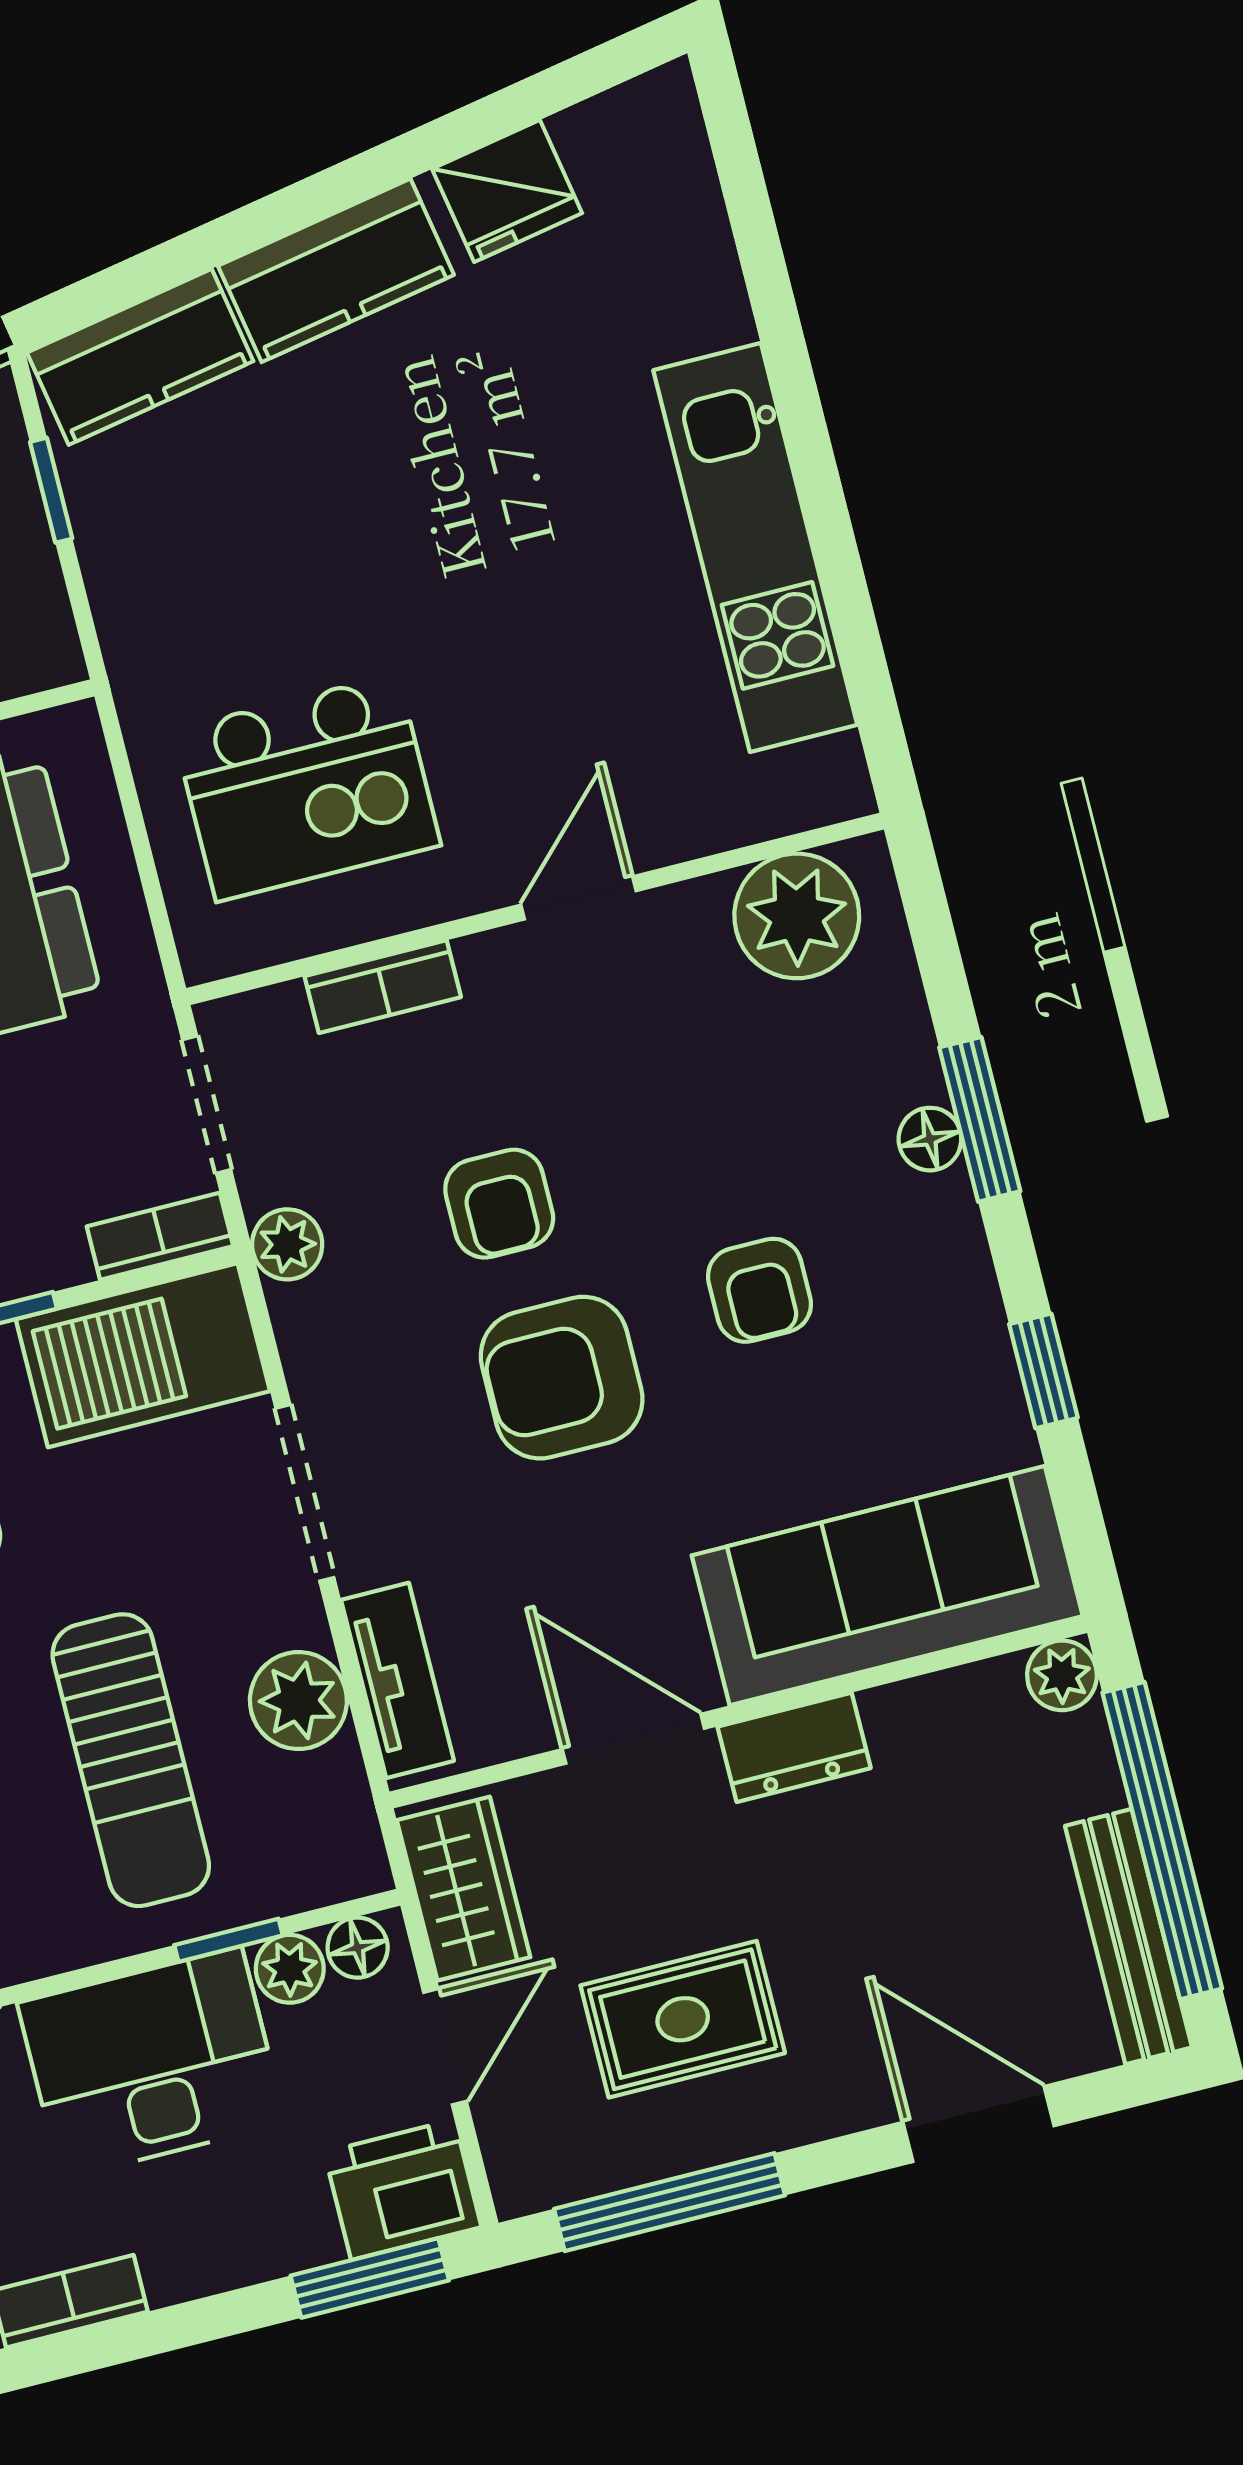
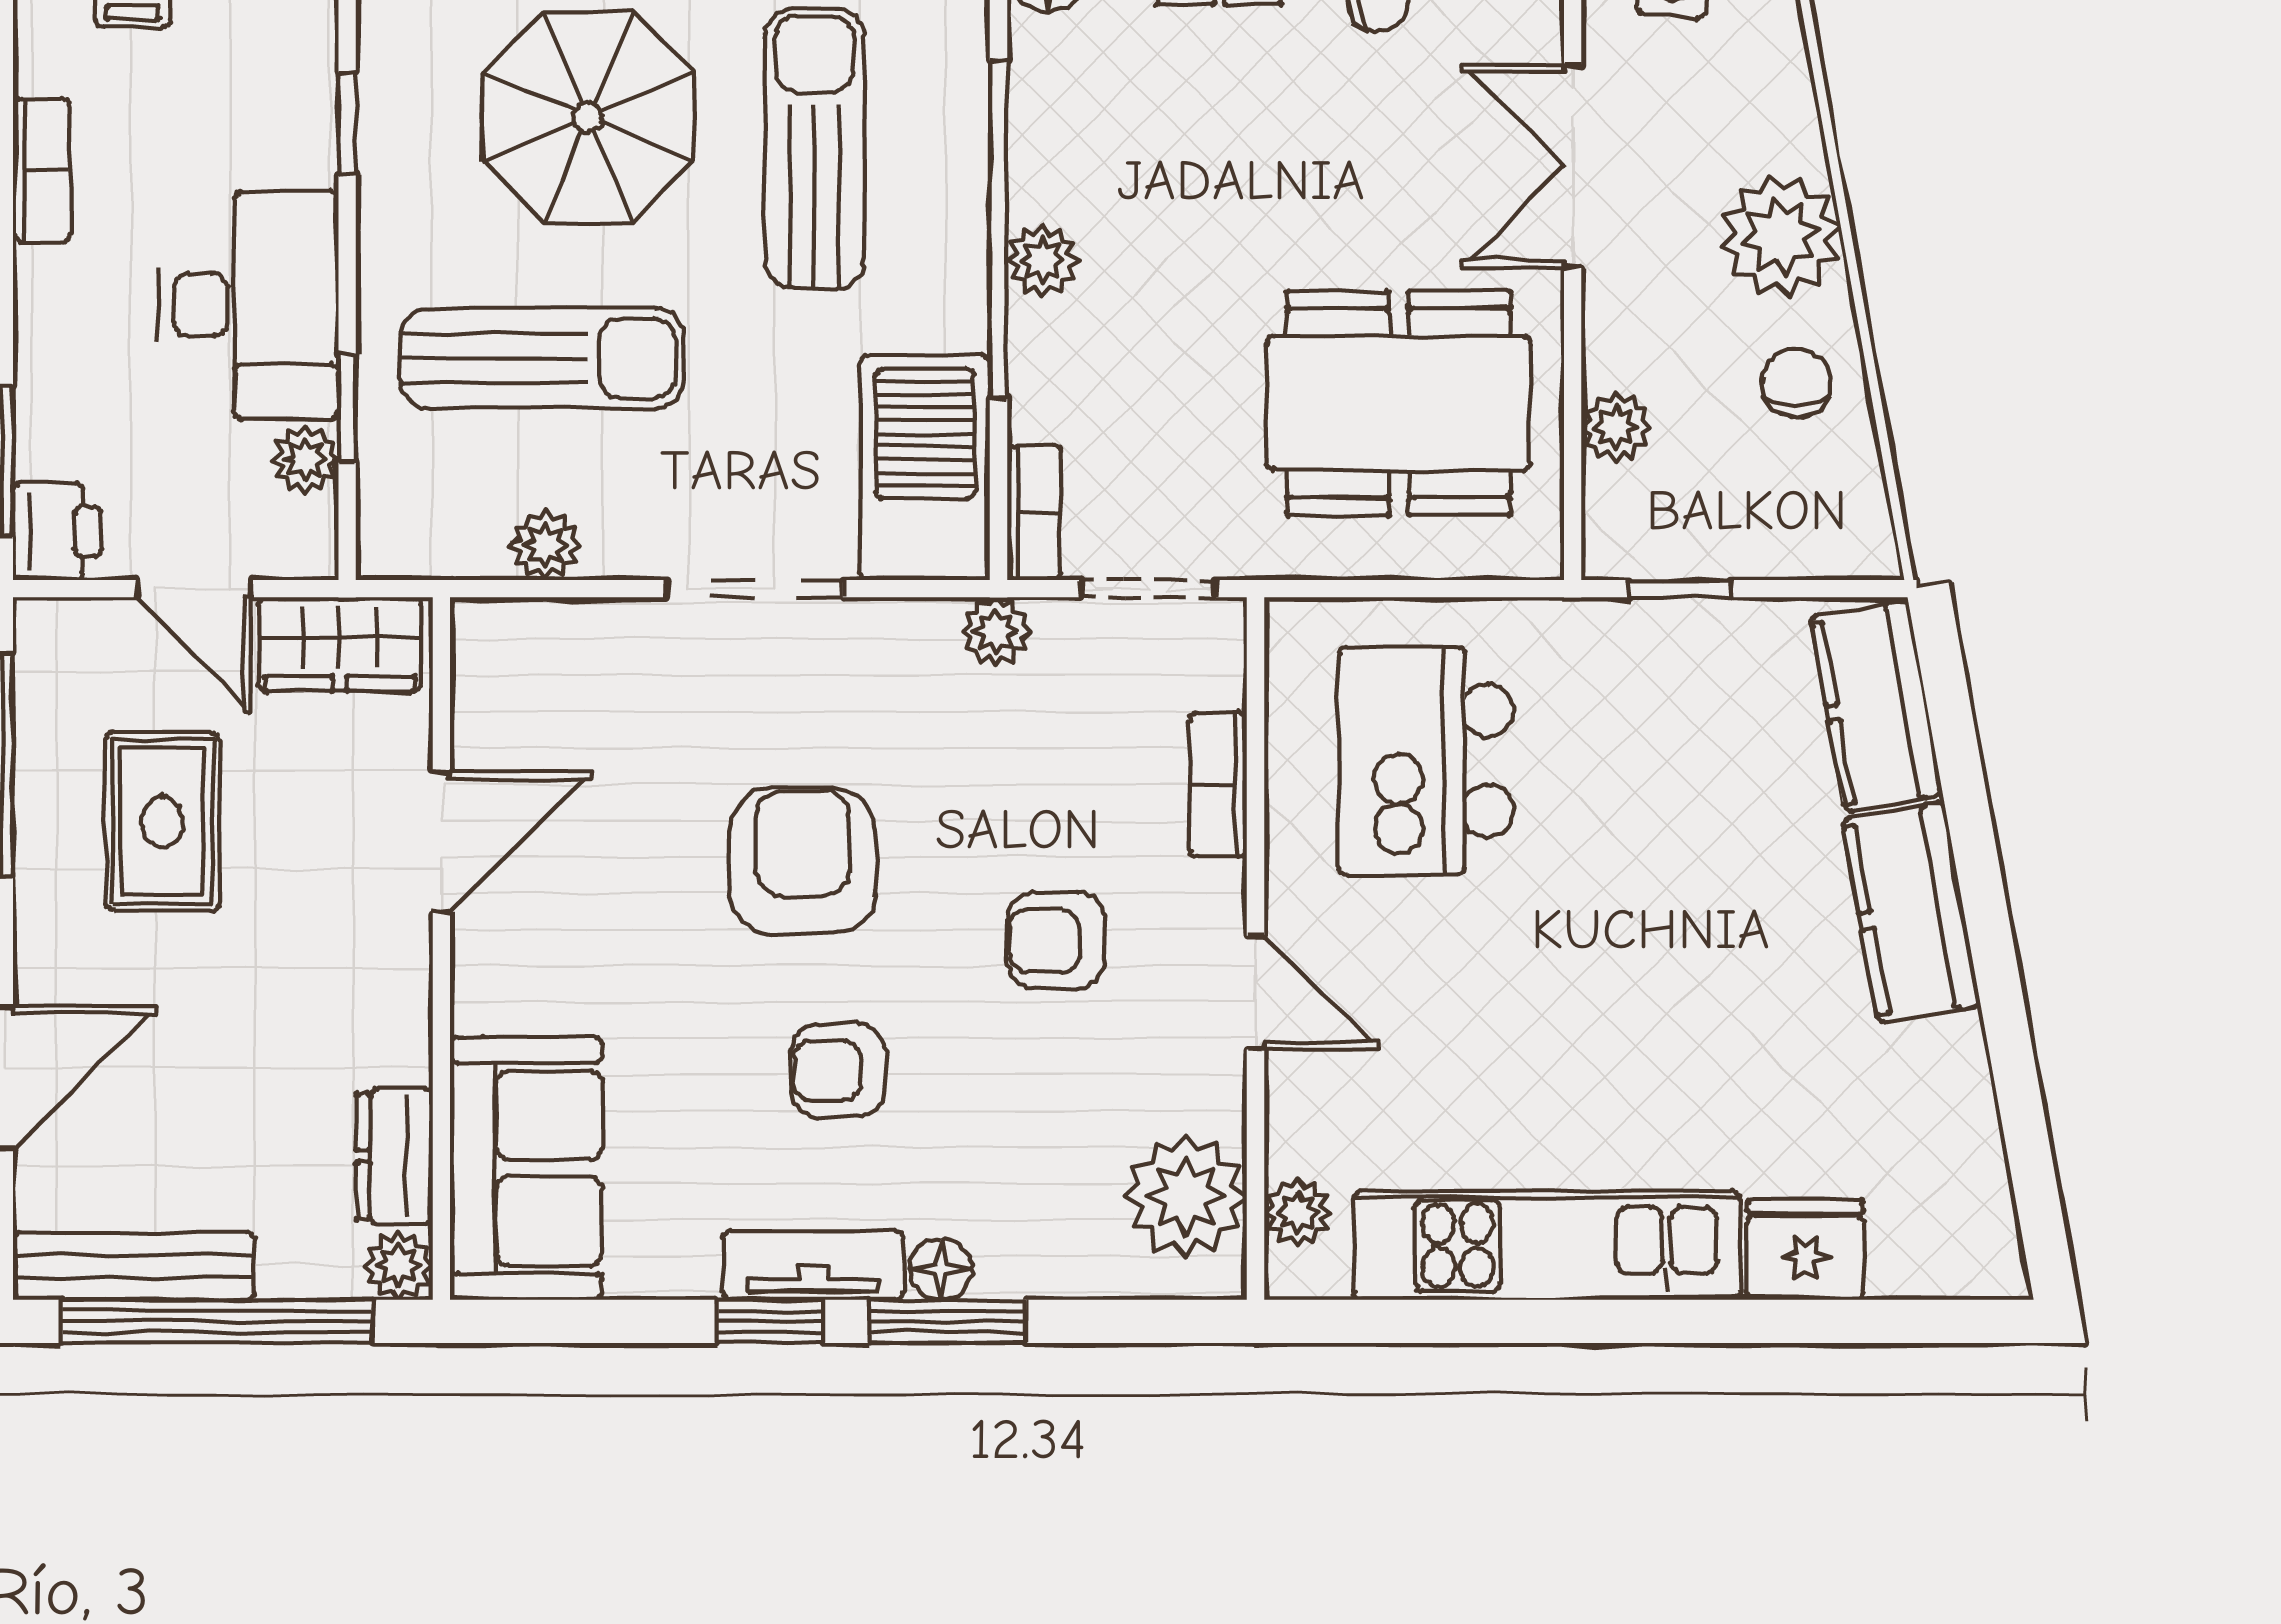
fridge: (507, 191) -> (1805, 1250), moved, turned 100
window: (51, 490) -> (1680, 589), moved
plant: (785, 802) -> (1297, 1212), added
armchair: (499, 1204) -> (1056, 941), moved
window: (1043, 1371) -> (769, 1321), moved
sofa: (887, 1586) -> (526, 1168), width x0.73
tv unit: (397, 1680) -> (813, 1265), moved, turned 180
plant: (298, 1701) -> (546, 545), width x0.73, depth x0.73
dresser: (794, 1747) -> (395, 1157), moved
sun lounger: (131, 1760) -> (542, 358), turned 180
floor lamp: (358, 1948) -> (309, 529), removed
printer: (403, 2190) -> (57, 532), width x0.73, depth x0.81

